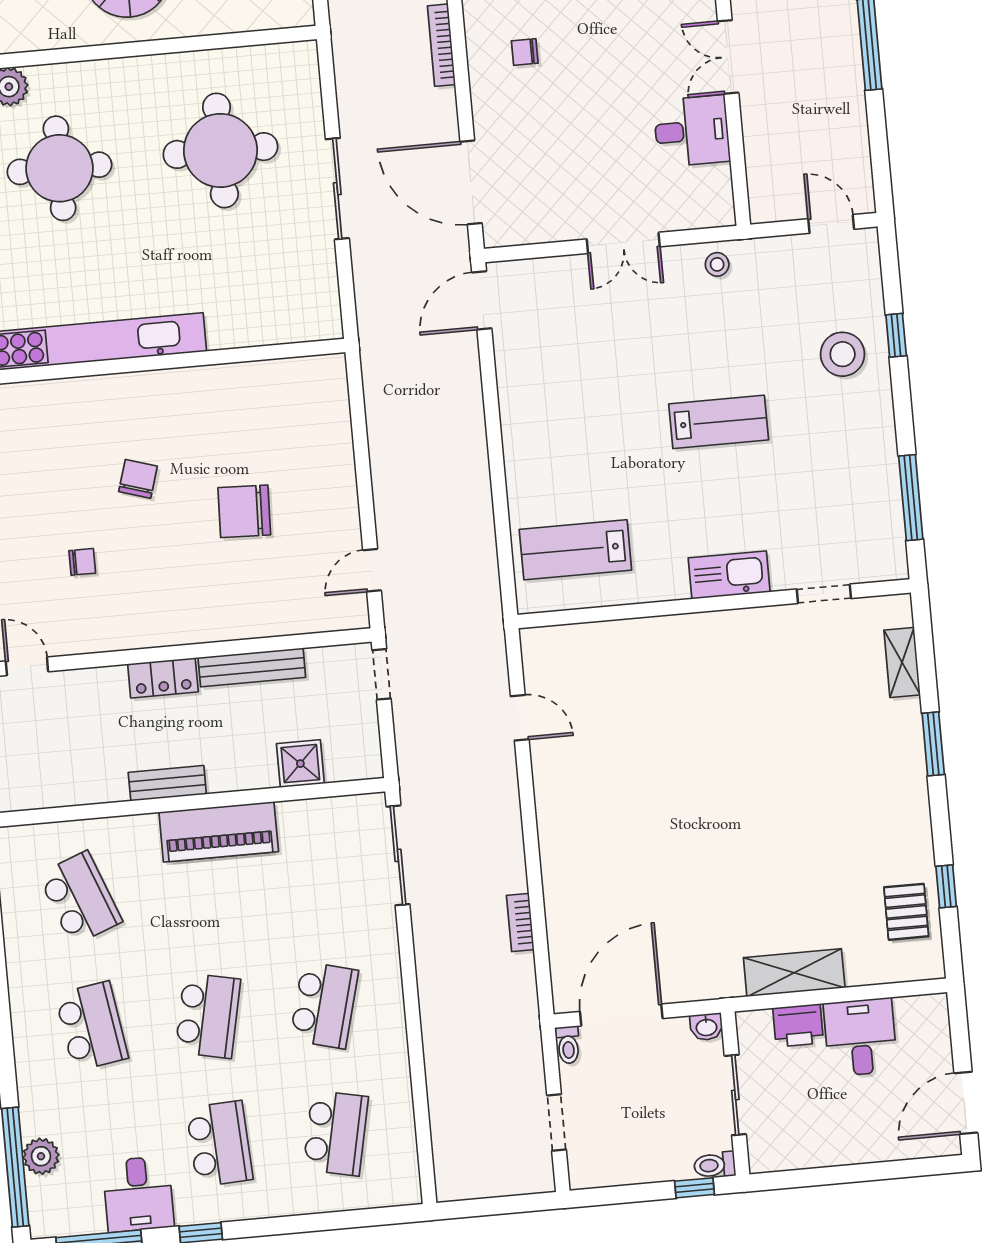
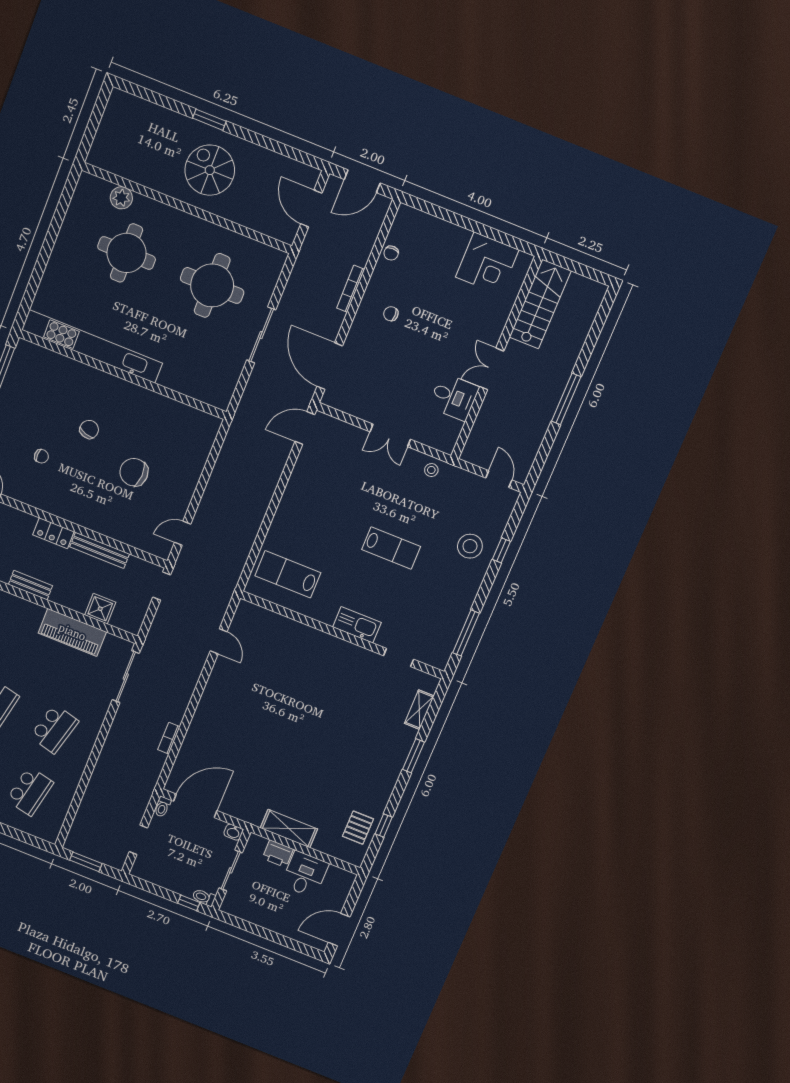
piano: (219, 832) -> (72, 632), moved
window: (488, 1207) -> (86, 862), added

